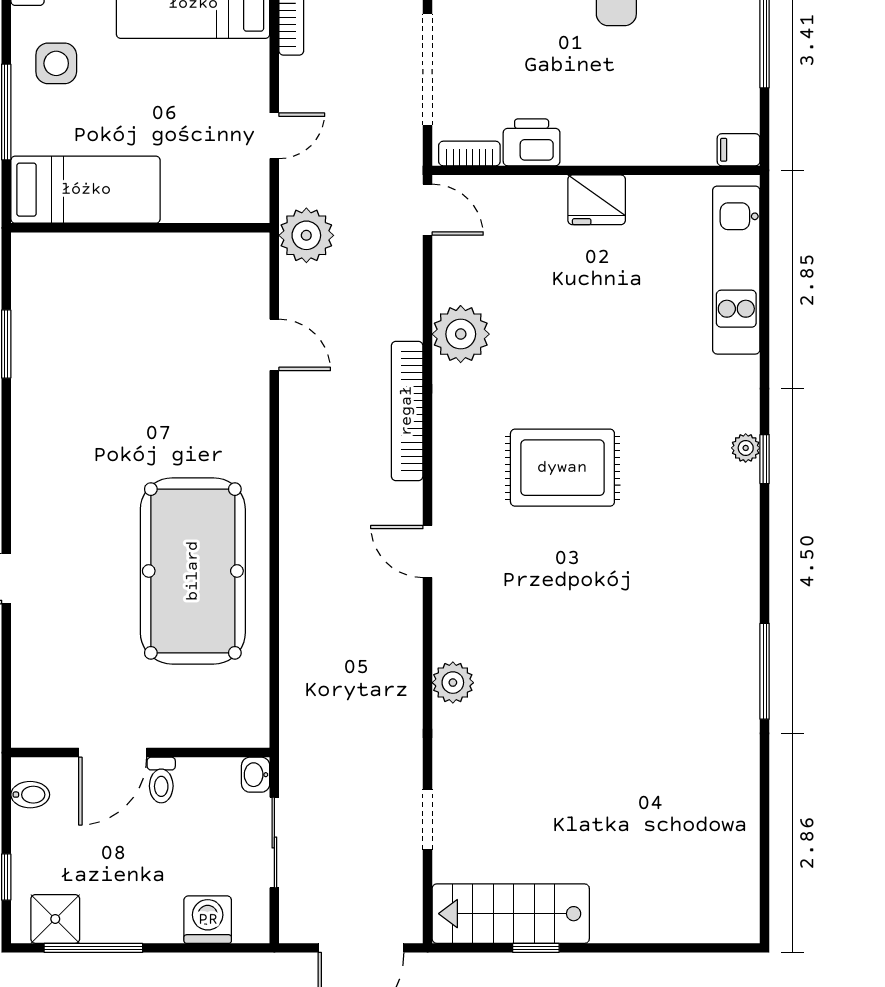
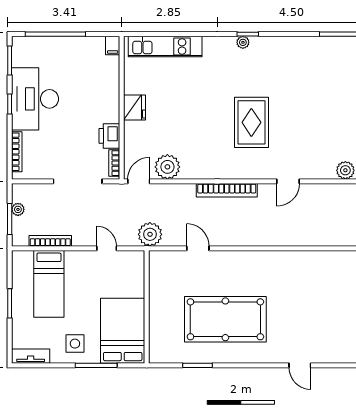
bed: (86, 190) -> (123, 331), width x1.50
plant: (461, 334) -> (167, 167), moved
door: (274, 345) -> (198, 248), hinge flipped
pool table: (193, 571) -> (225, 319), moved

